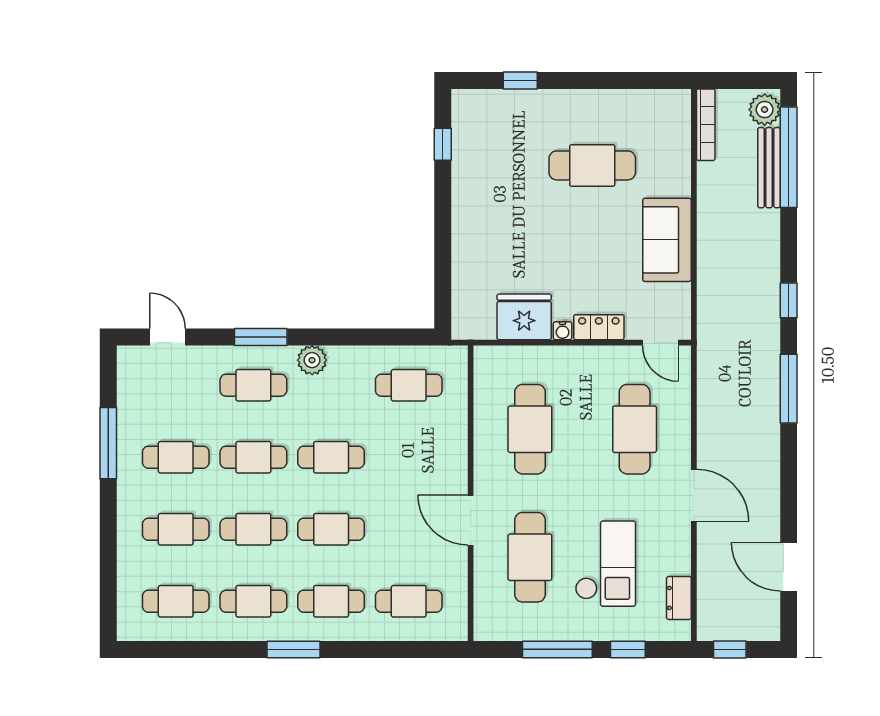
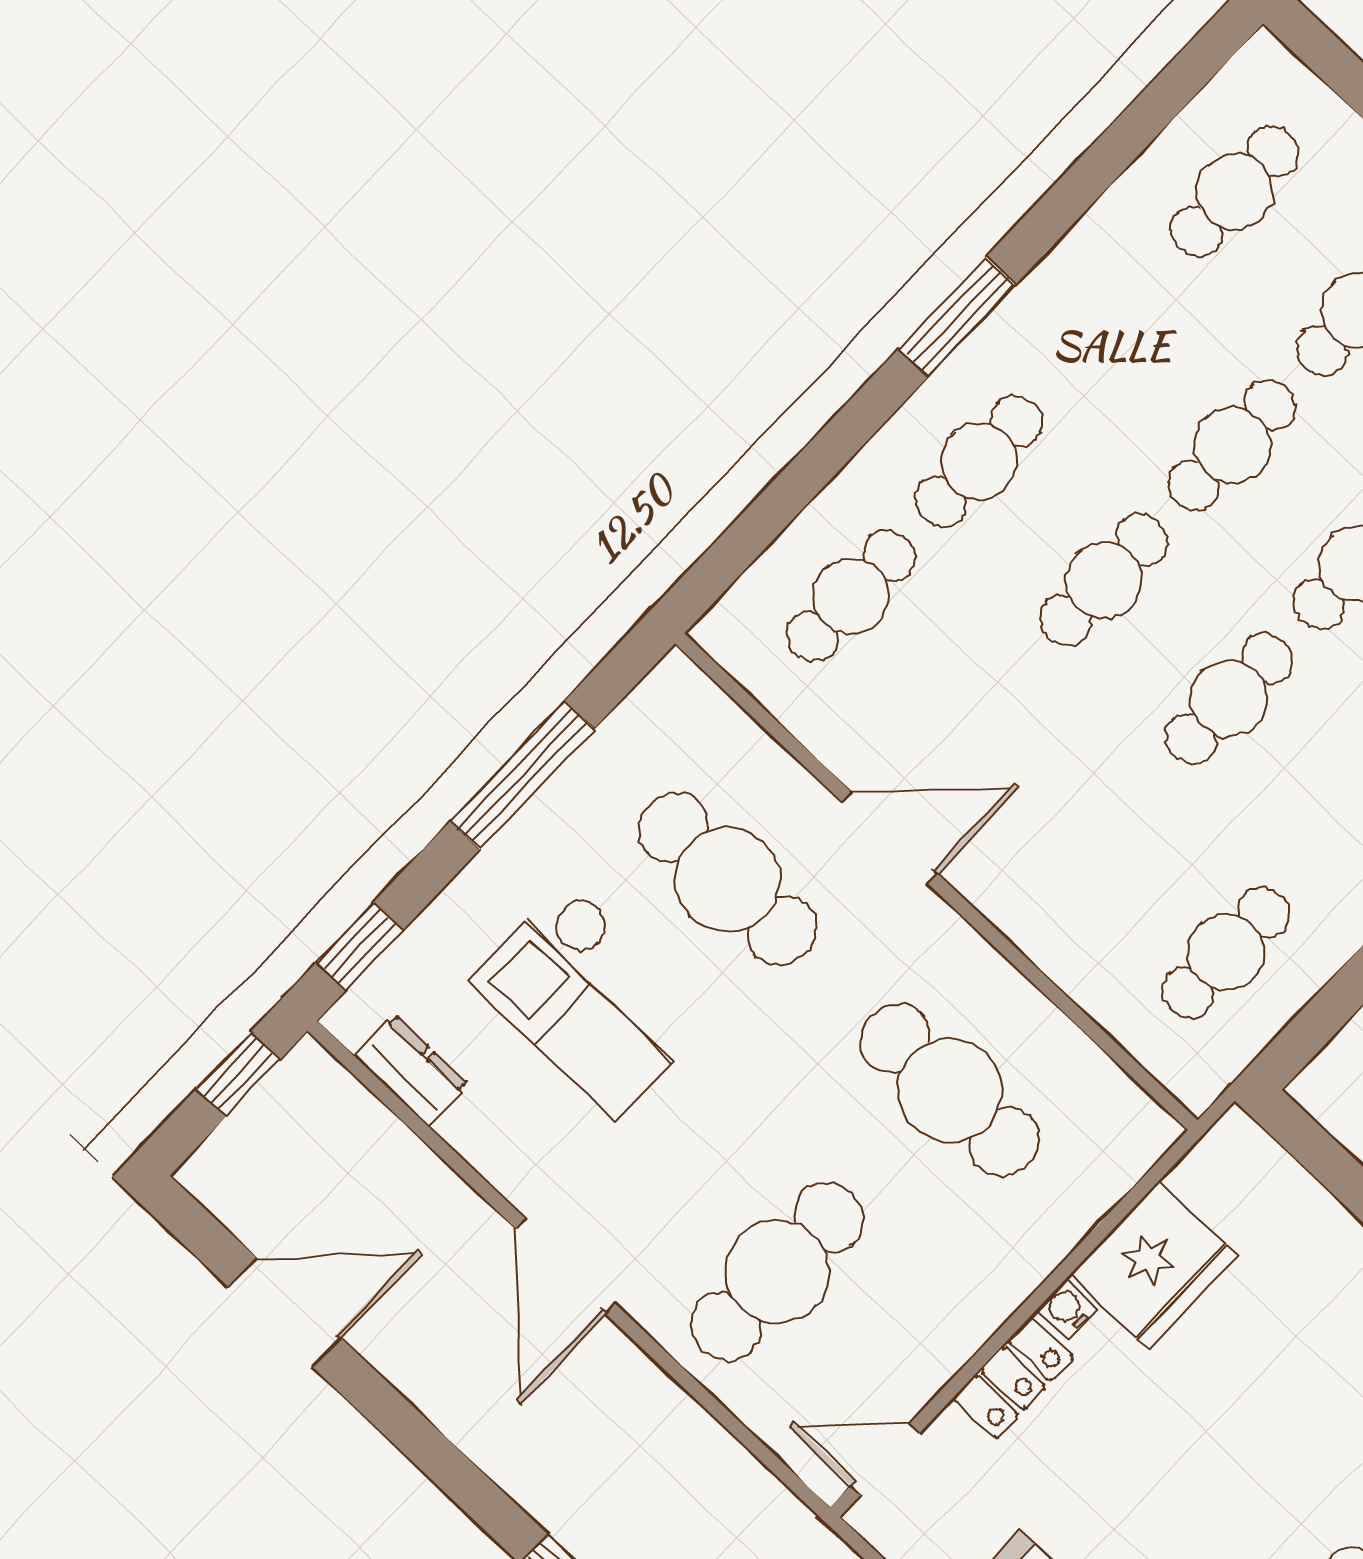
cafe table: (635, 429) -> (777, 1272), turned 90
door: (694, 495) -> (565, 1266), hinge flipped
cafe table: (253, 601) -> (1107, 326), removed
window: (628, 649) -> (360, 946), moved

